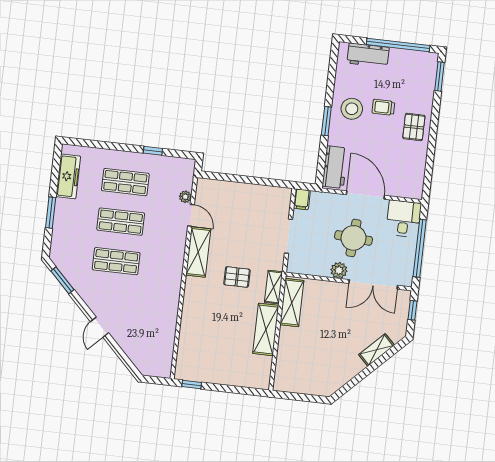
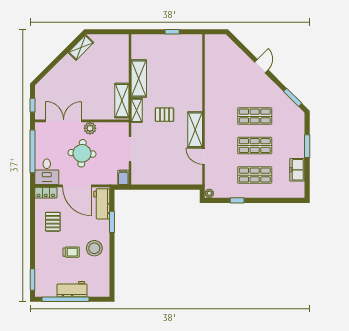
workbench: (368, 55) -> (72, 289), moved
window: (326, 121) -> (112, 222), moved
pallet: (414, 127) -> (53, 222), moved
freezer: (68, 176) -> (297, 170), width x0.71
locker: (408, 191) -> (46, 193), added
plant: (185, 197) -> (209, 193), moved
shelving: (377, 350) -> (81, 47), moved
window: (192, 384) -> (172, 32), moved

